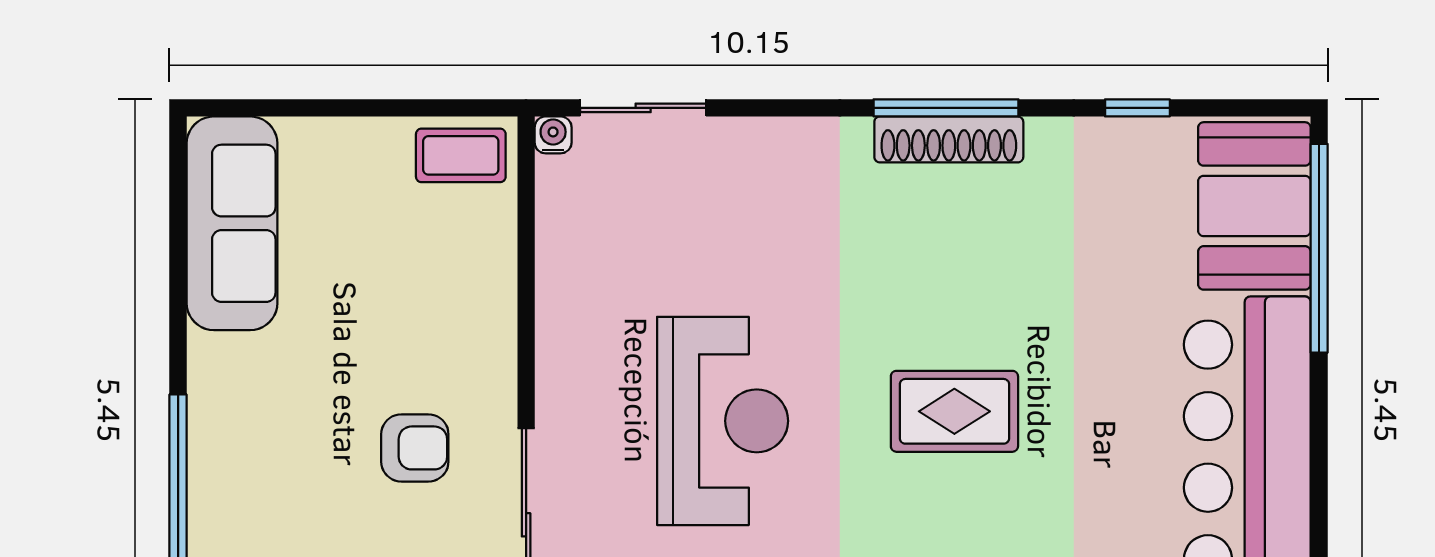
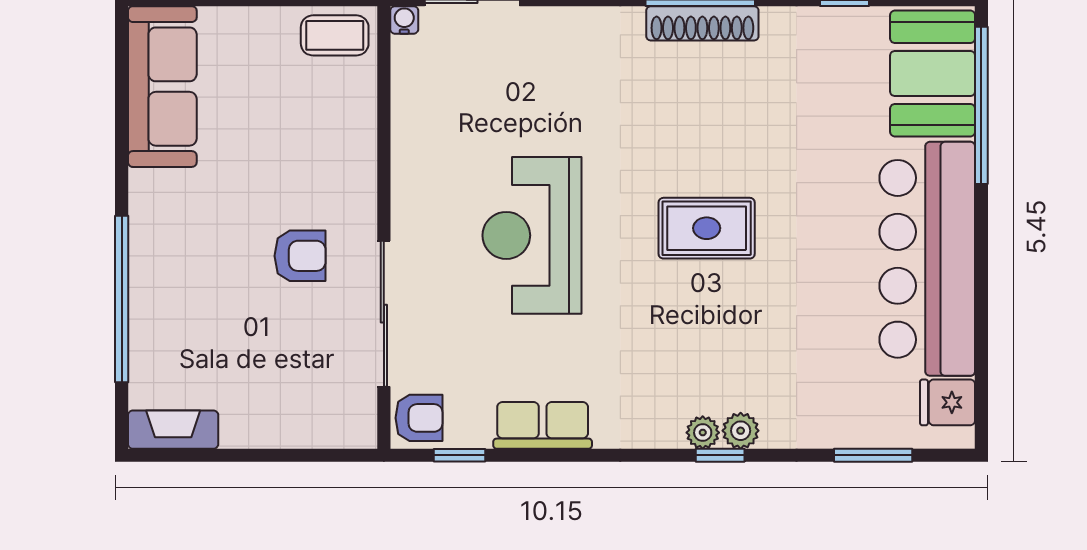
reception desk: (723, 421) -> (532, 235), turned 180

